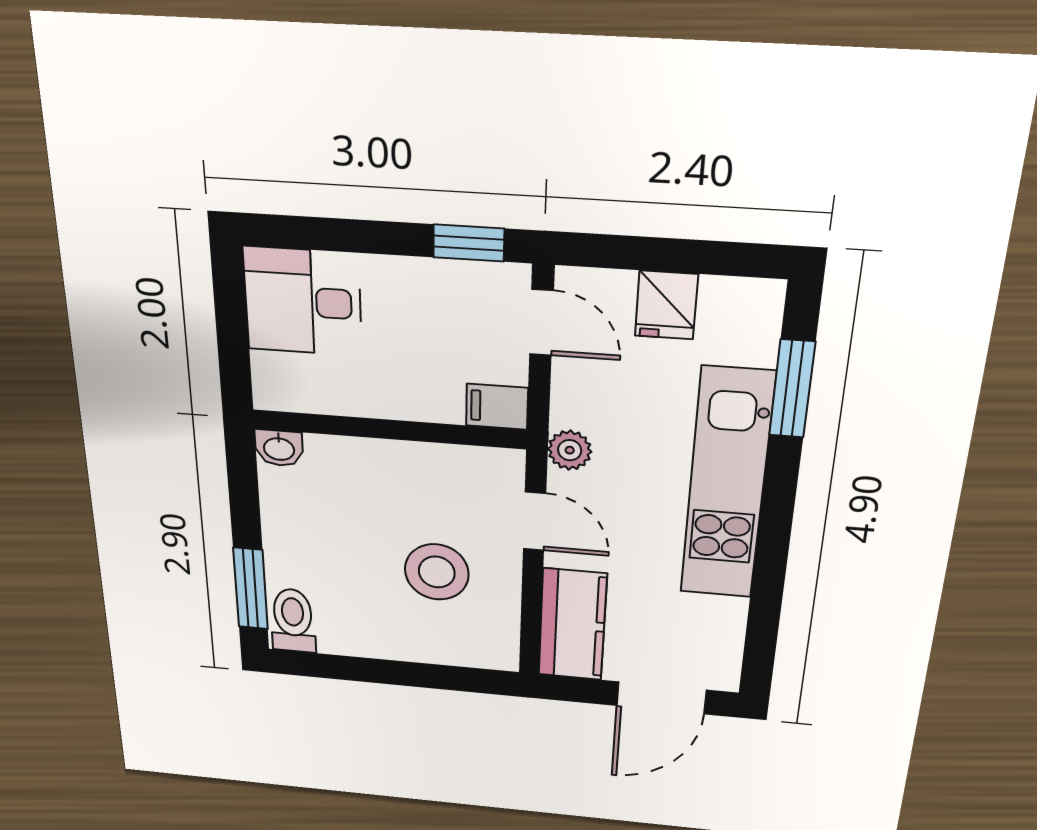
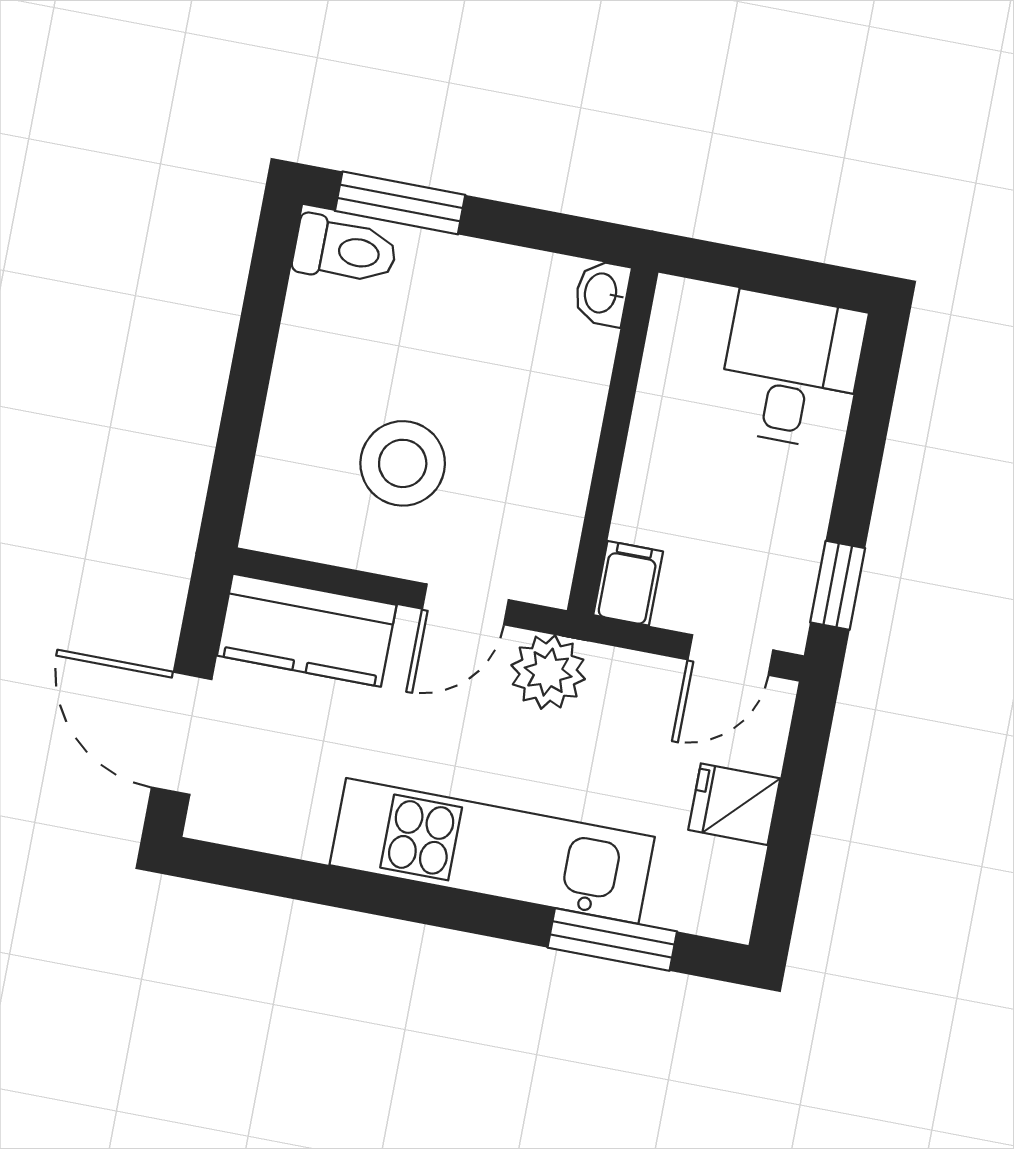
plant: (570, 450) -> (548, 672), width x1.38, depth x1.38

